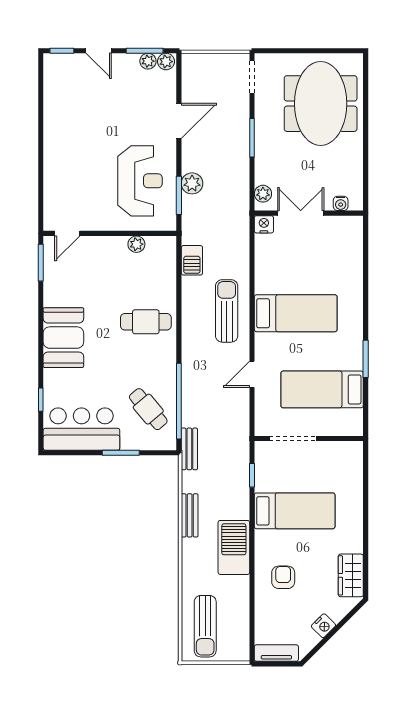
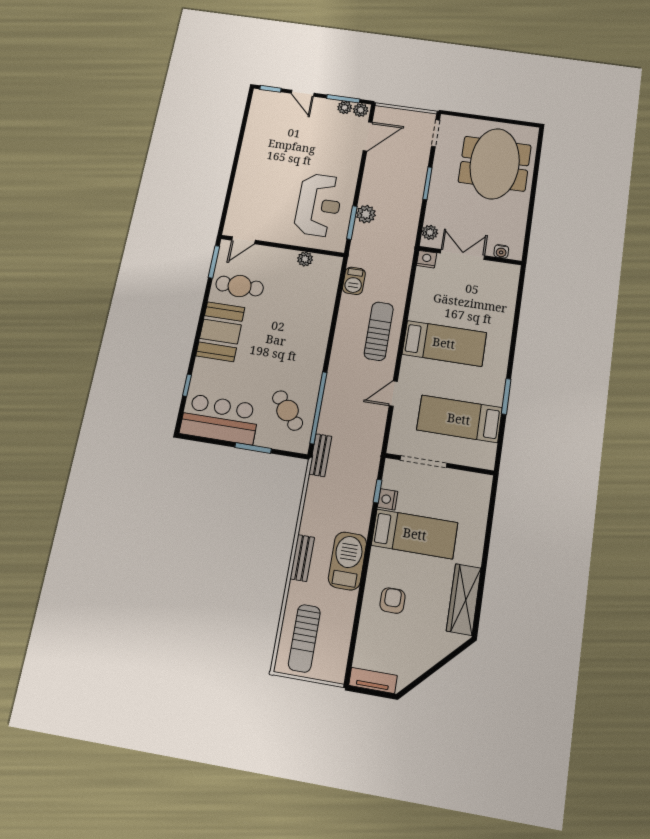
door: (179, 121) -> (368, 136), moved
cafe table: (146, 322) -> (240, 286), moved
bench: (190, 515) -> (302, 558), moved
wardrobe: (351, 575) -> (464, 599), width x1.50
nightstand: (323, 626) -> (388, 499), moved, turned 135

